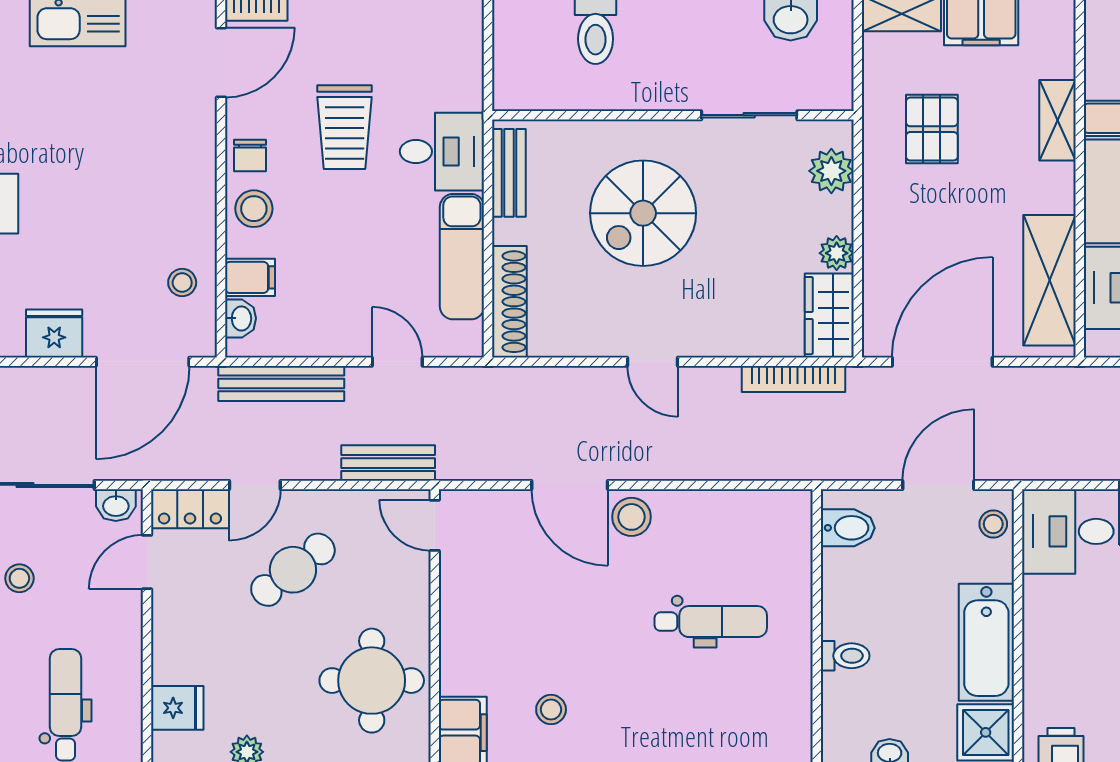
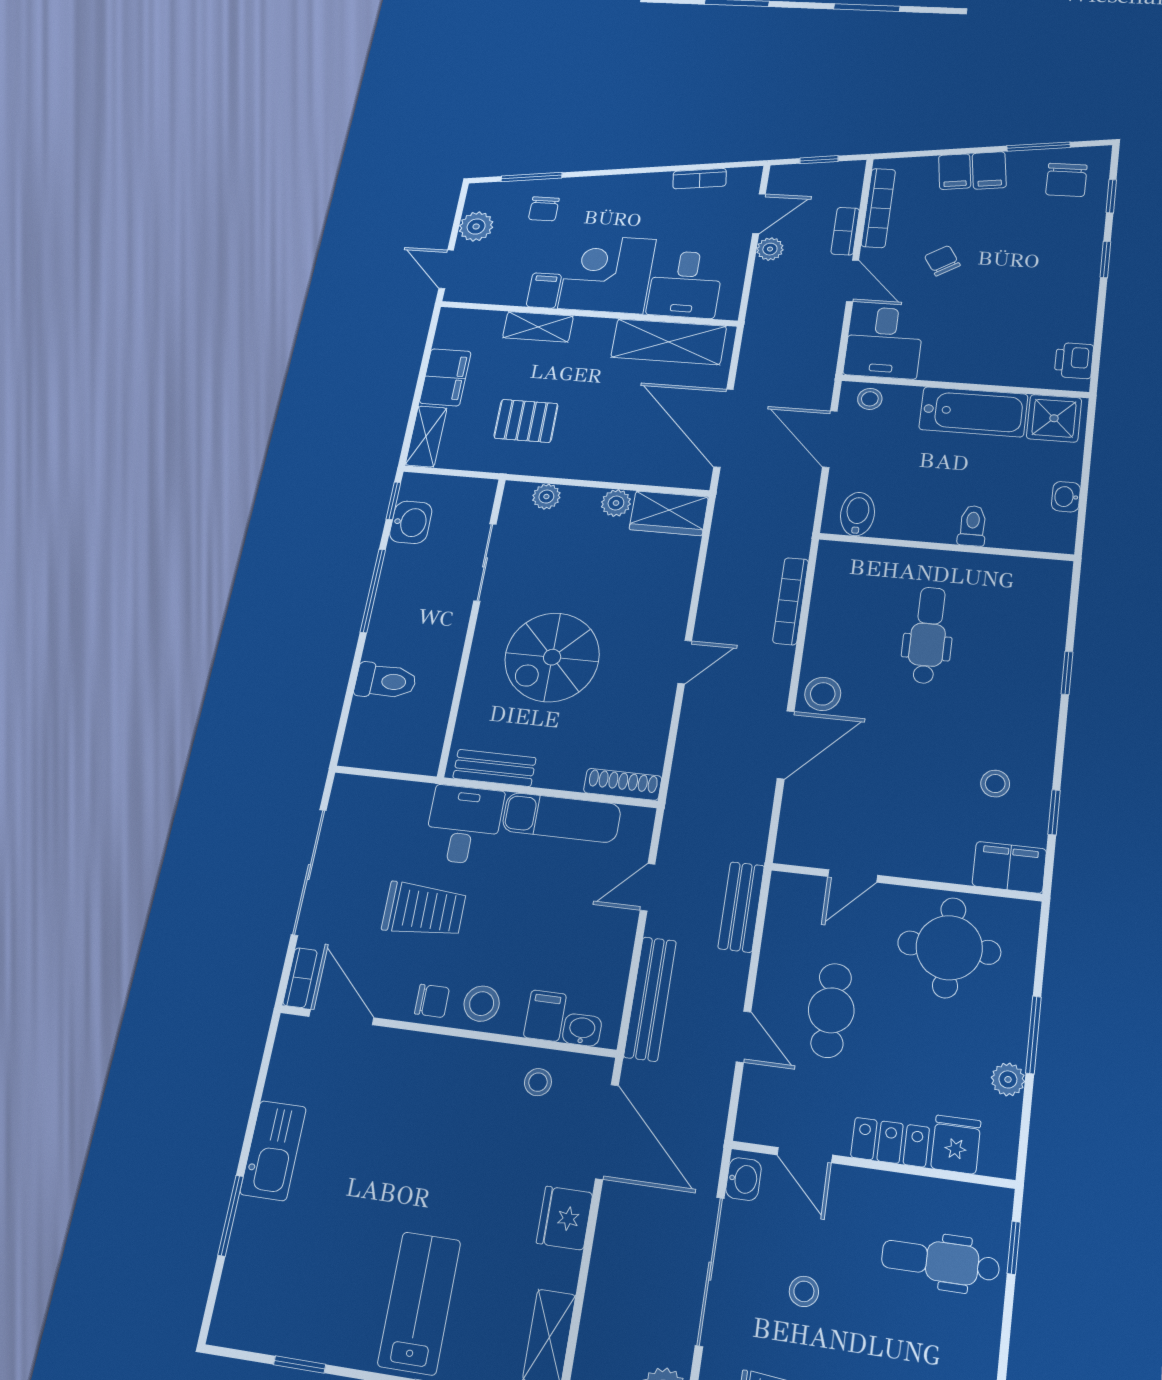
plant: (831, 171) -> (546, 497), width x0.73, depth x0.73
spiral stairs: (643, 213) -> (552, 657), turned 90
shoe rack: (509, 302) -> (623, 784), width x0.74, depth x0.81
bookcase: (793, 379) -> (791, 601), moved, turned 180
locker: (190, 509) -> (890, 1142), moved, turned -90
door: (435, 525) -> (853, 876), moved
cafe table: (293, 570) -> (831, 1010), turned 38

